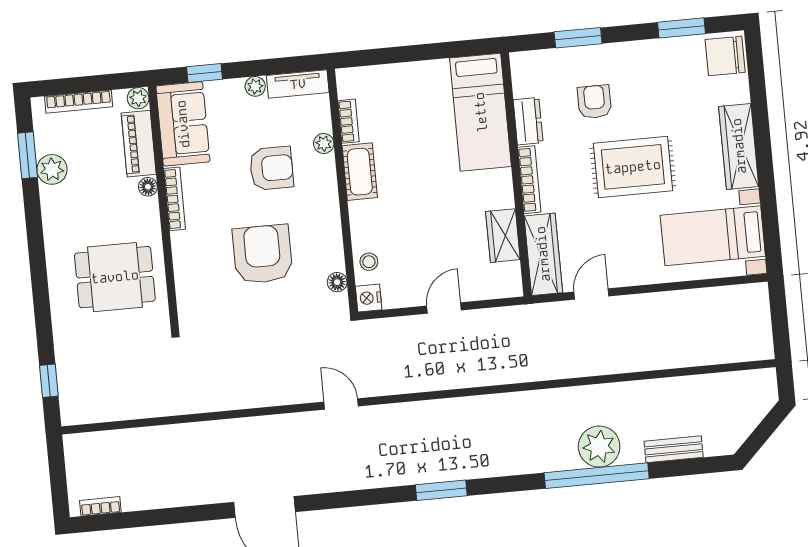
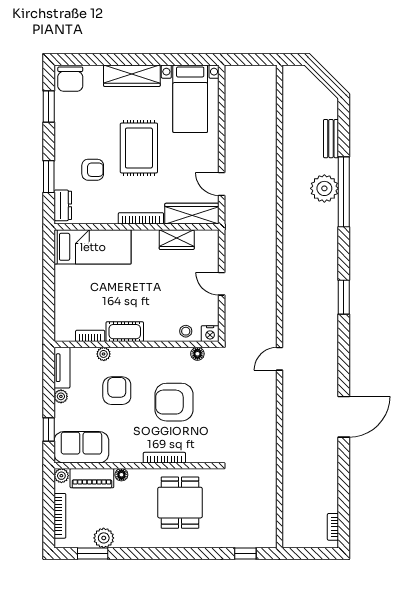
armchair: (594, 102) -> (93, 170), turned 180
dresser: (528, 121) -> (63, 205), moved, turned 90
bookcase: (175, 199) -> (164, 458), moved

